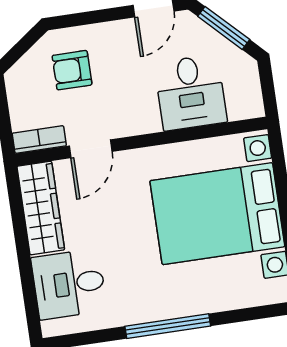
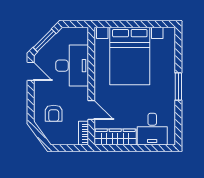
desk: (191, 92) -> (72, 66), width x1.37
window: (168, 326) -> (178, 87), width x0.69

